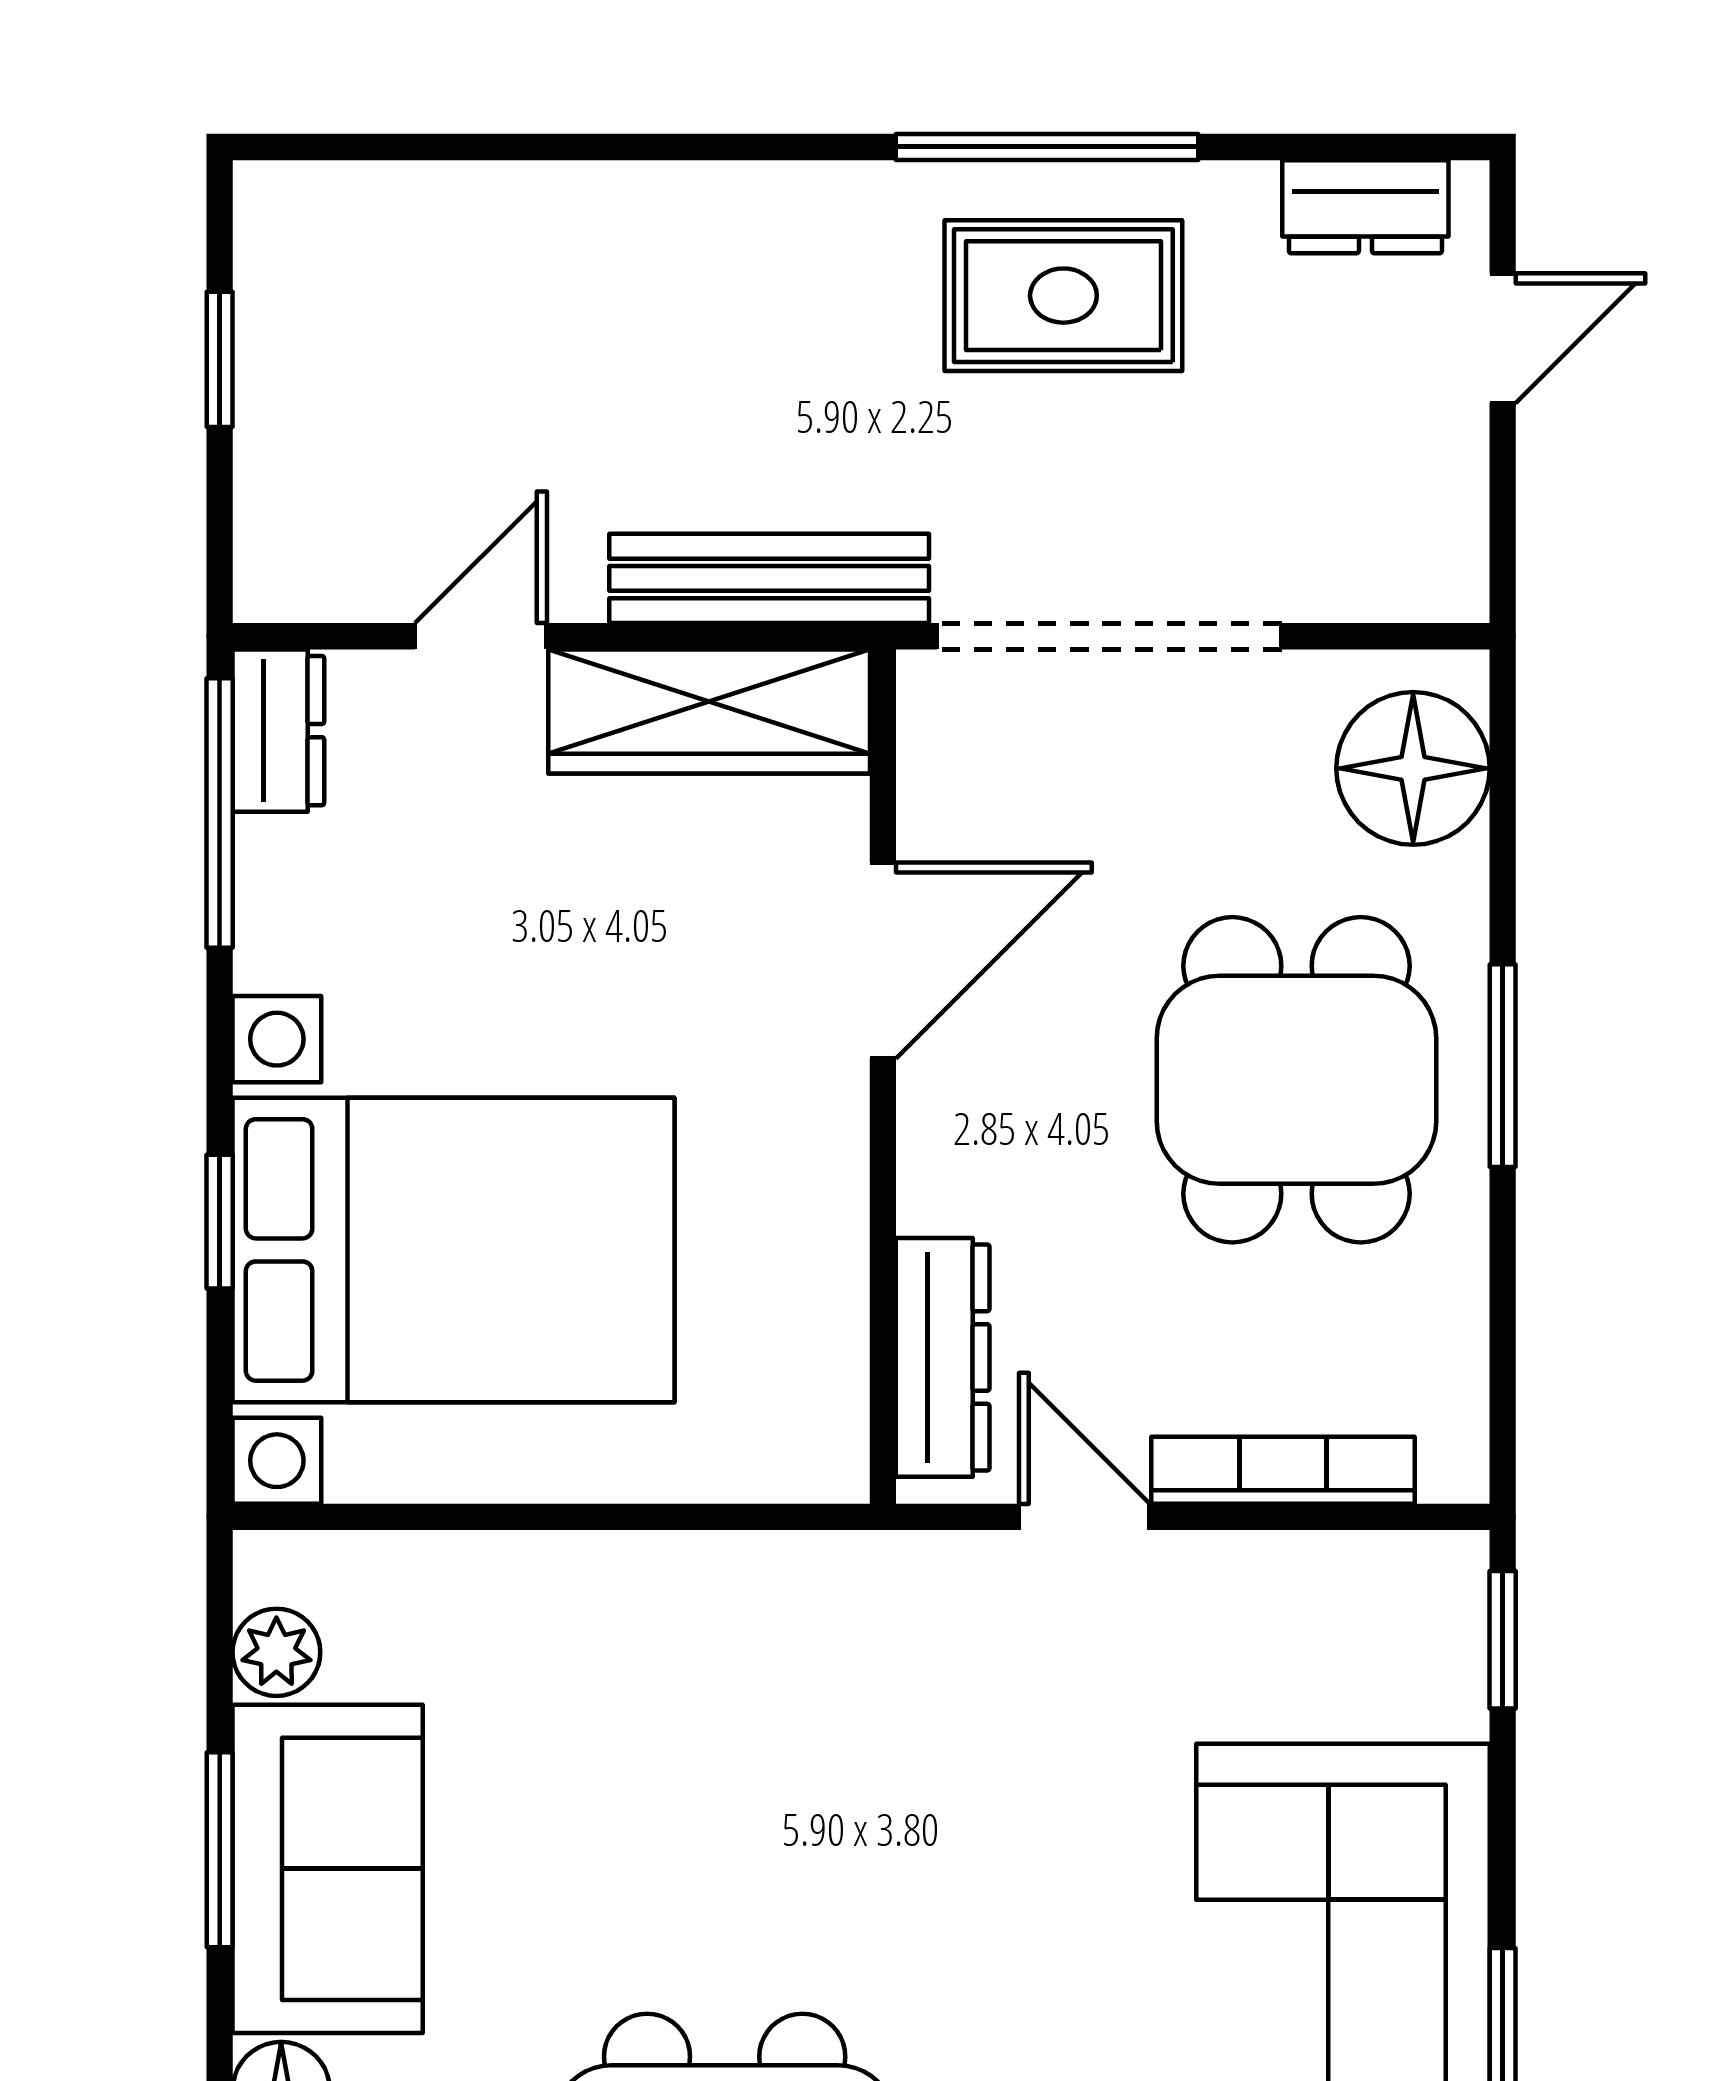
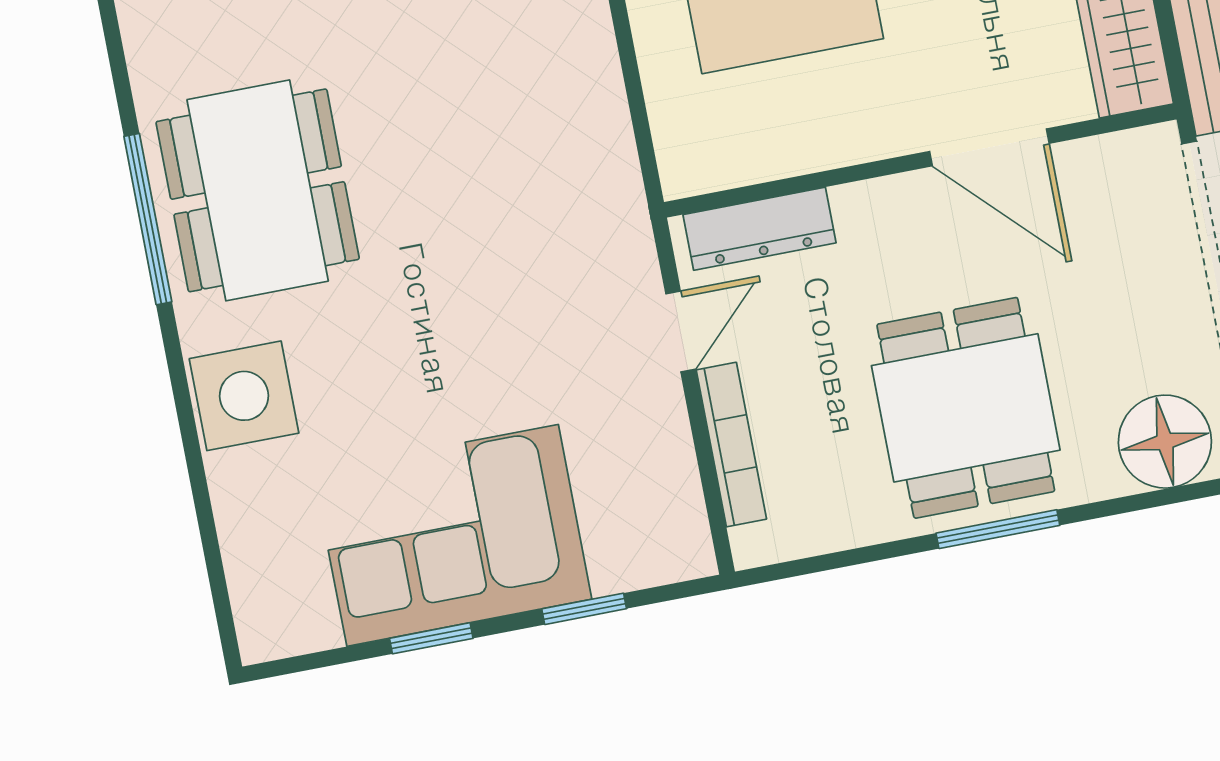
dining table: (1296, 1080) -> (966, 408), turned 90
window: (1503, 1640) -> (584, 609), moved

